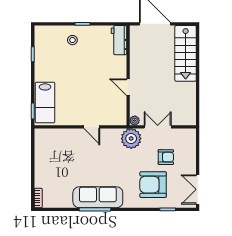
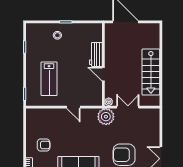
workbench: (119, 40) -> (96, 54), moved
stairs: (186, 53) -> (151, 72), moved
lab bench: (45, 102) -> (49, 79), moved
armchair: (166, 157) -> (44, 145), moved

